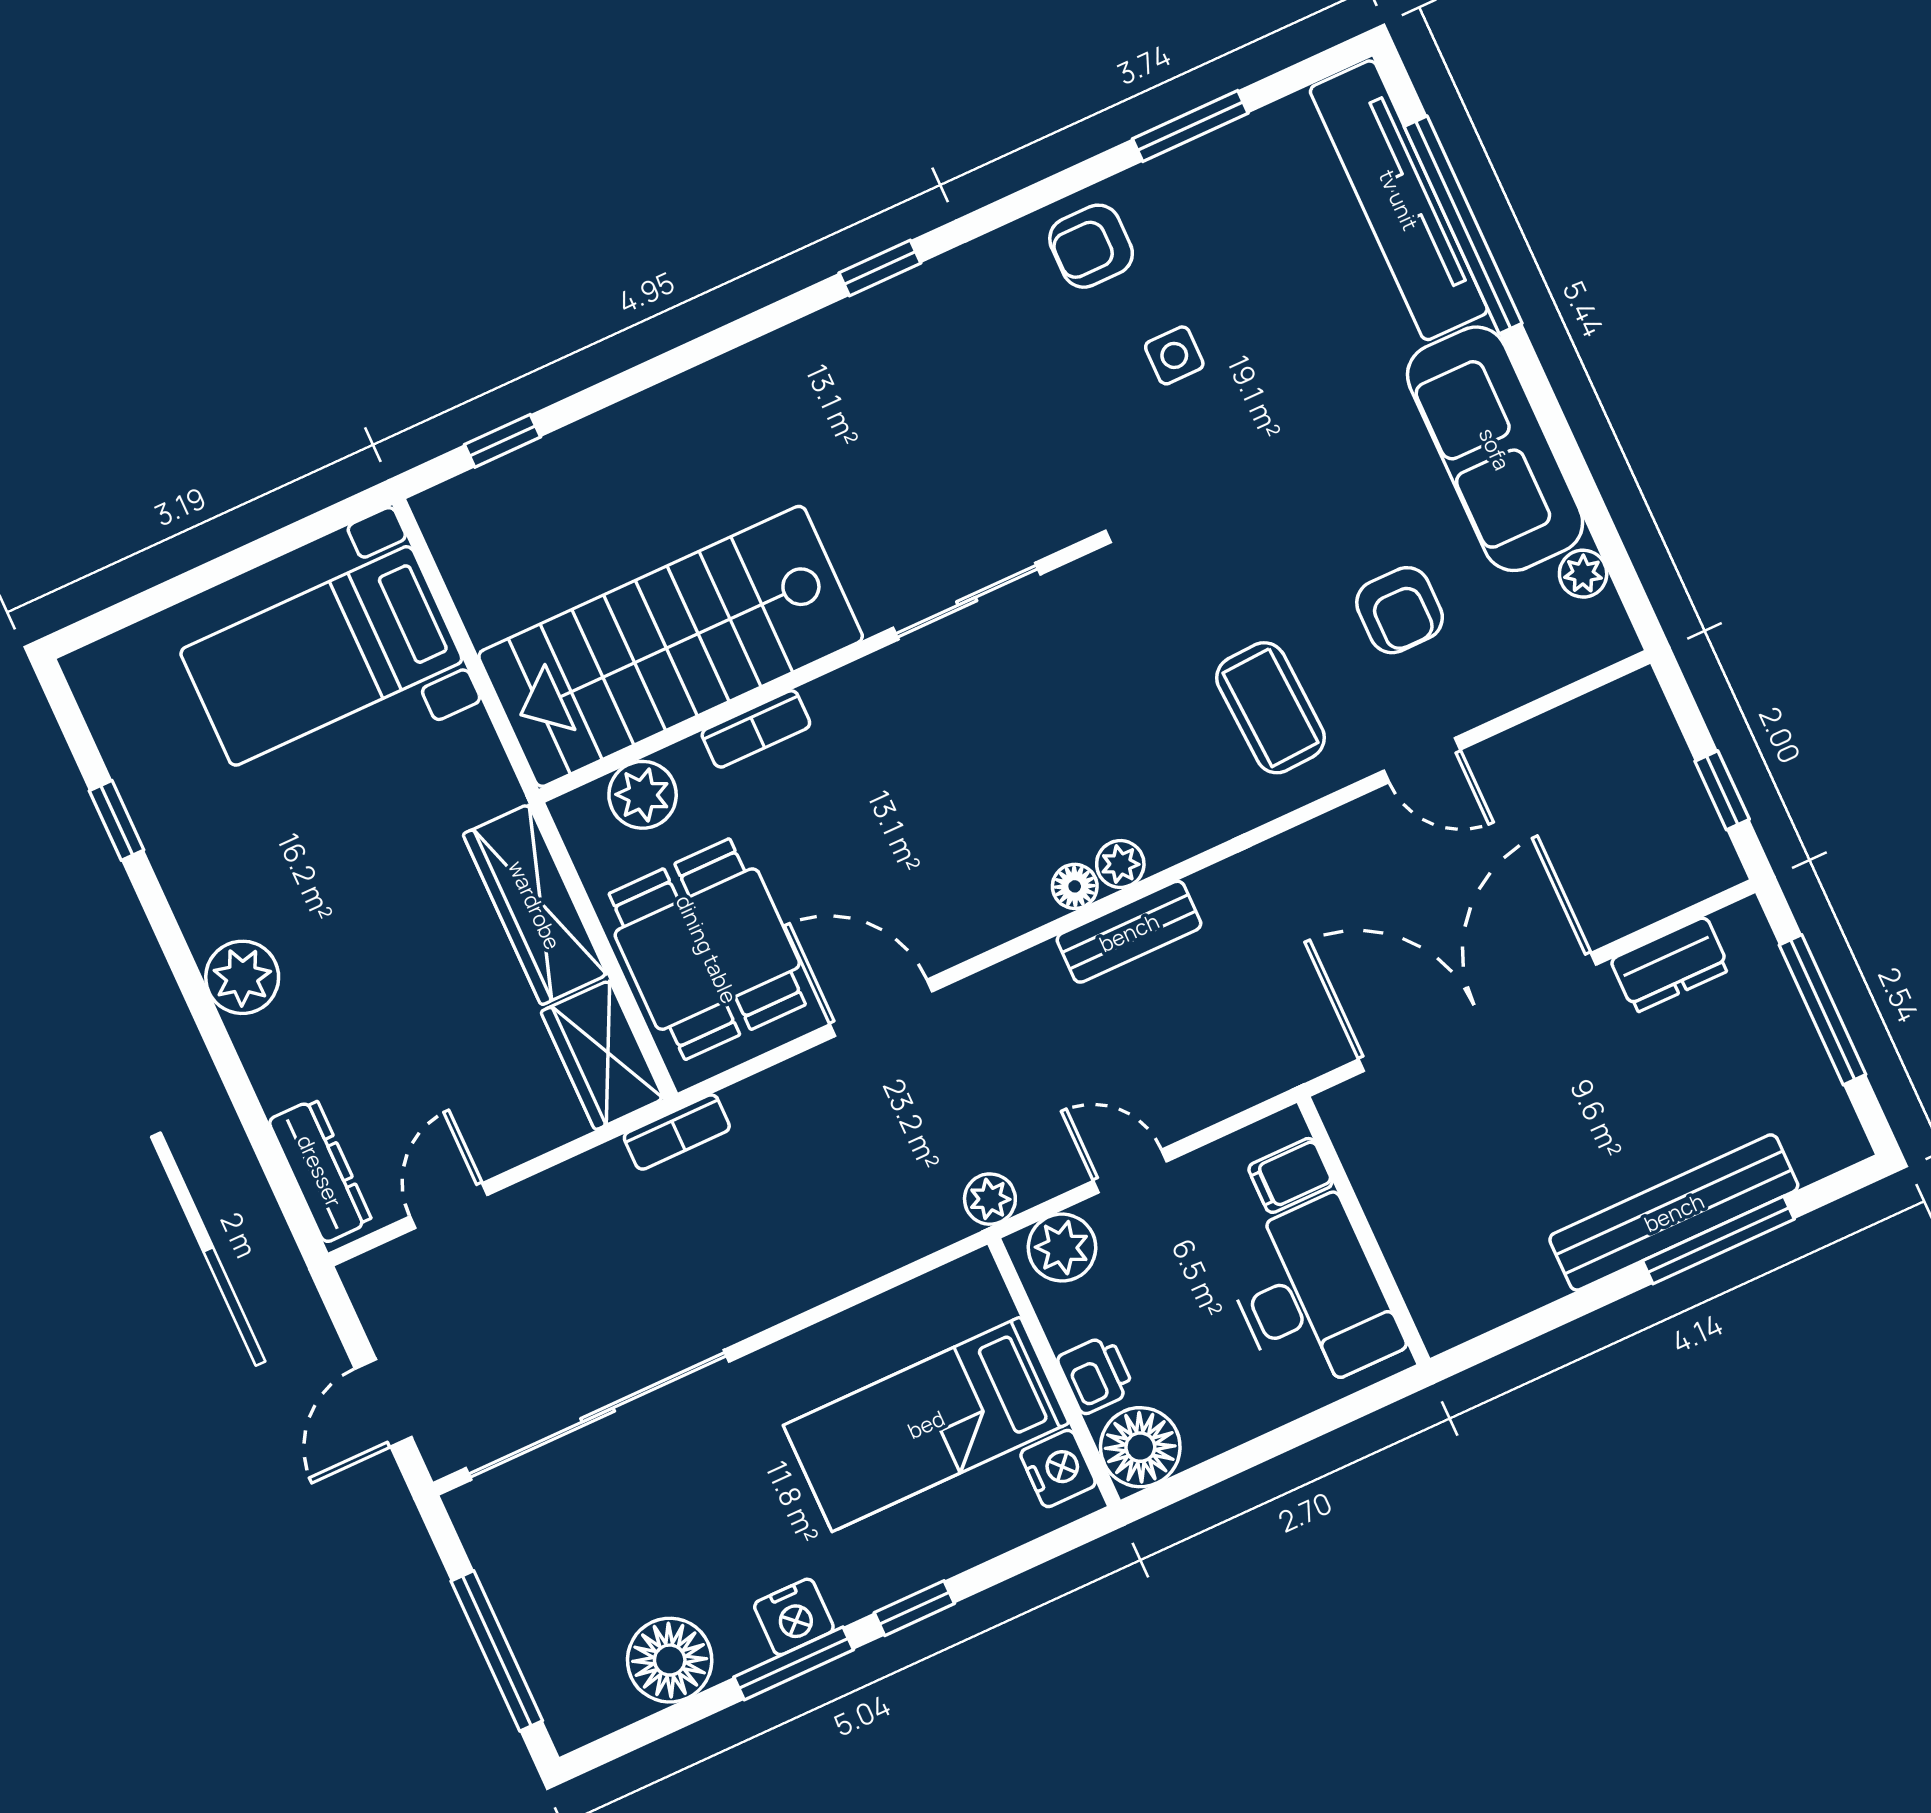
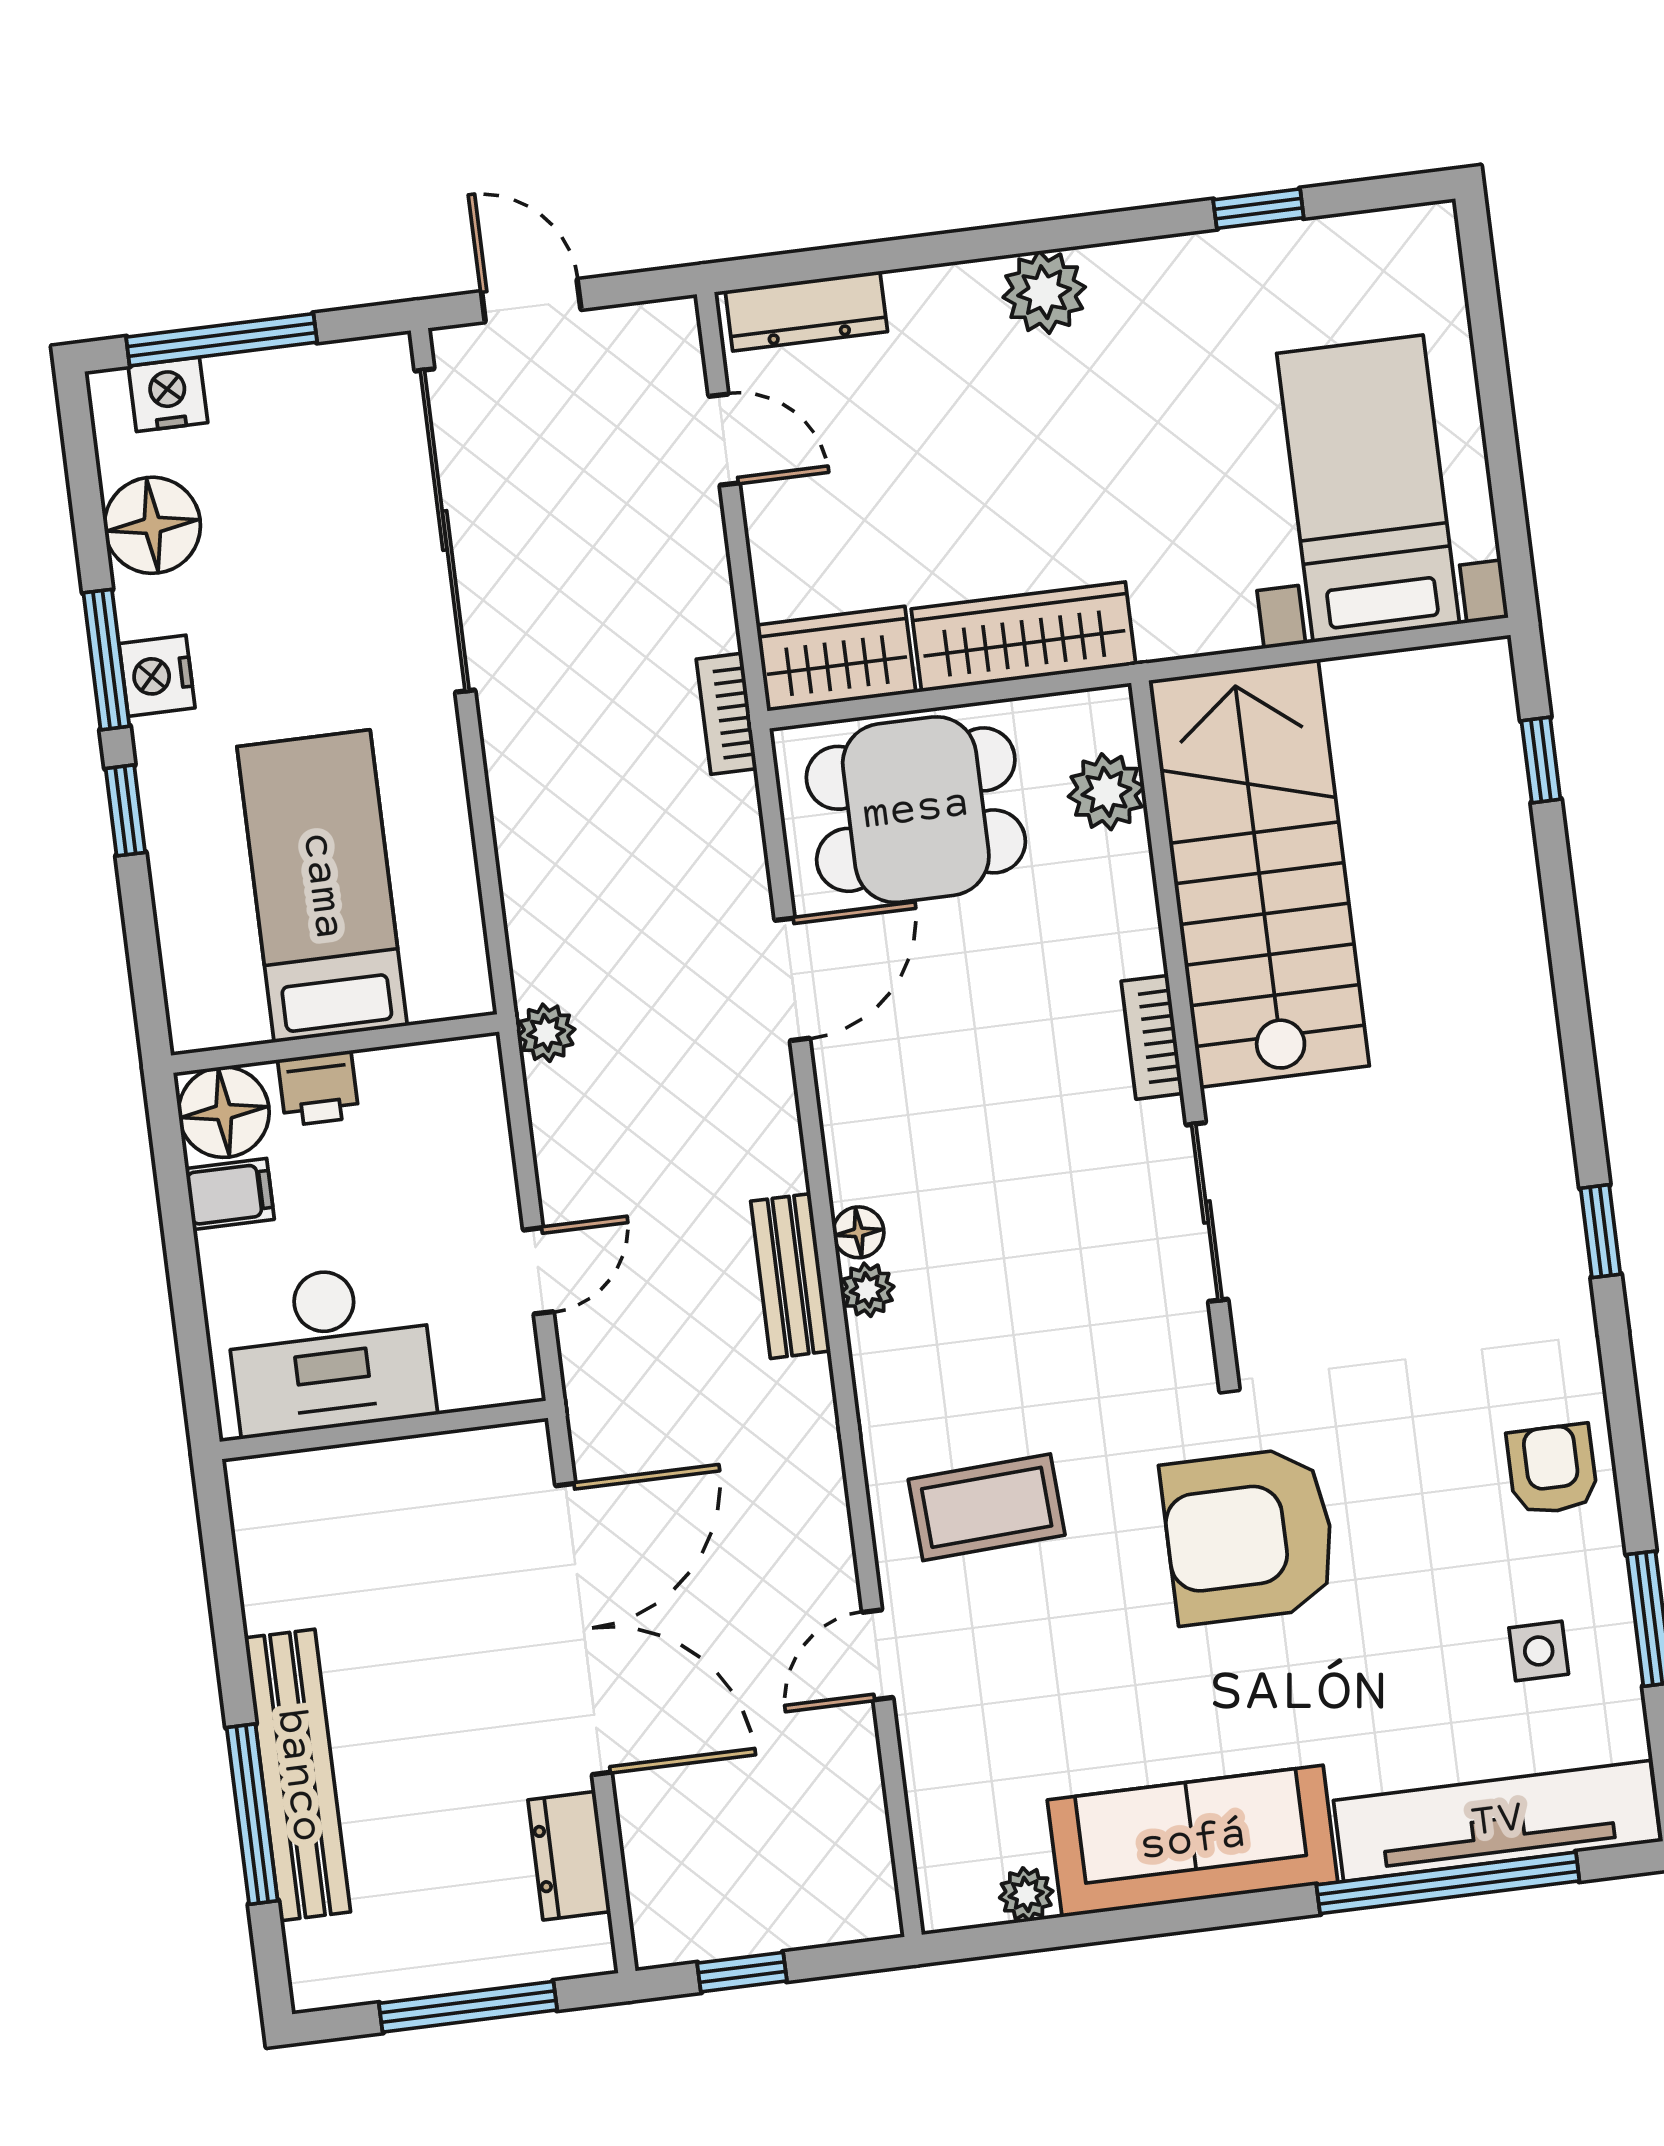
side table: (1174, 355) -> (1539, 1651), moved
armchair: (1400, 610) -> (1249, 1536), moved, width x1.88, depth x1.88
bookcase: (756, 729) -> (1152, 1037), moved
door: (1130, 1171) -> (538, 1271), moved
filing cabinet: (1291, 1175) -> (230, 1194), moved, turned 90
plant: (1062, 1248) -> (469, 1095), removed
nightstand: (1058, 1468) -> (168, 394), moved, turned 180

